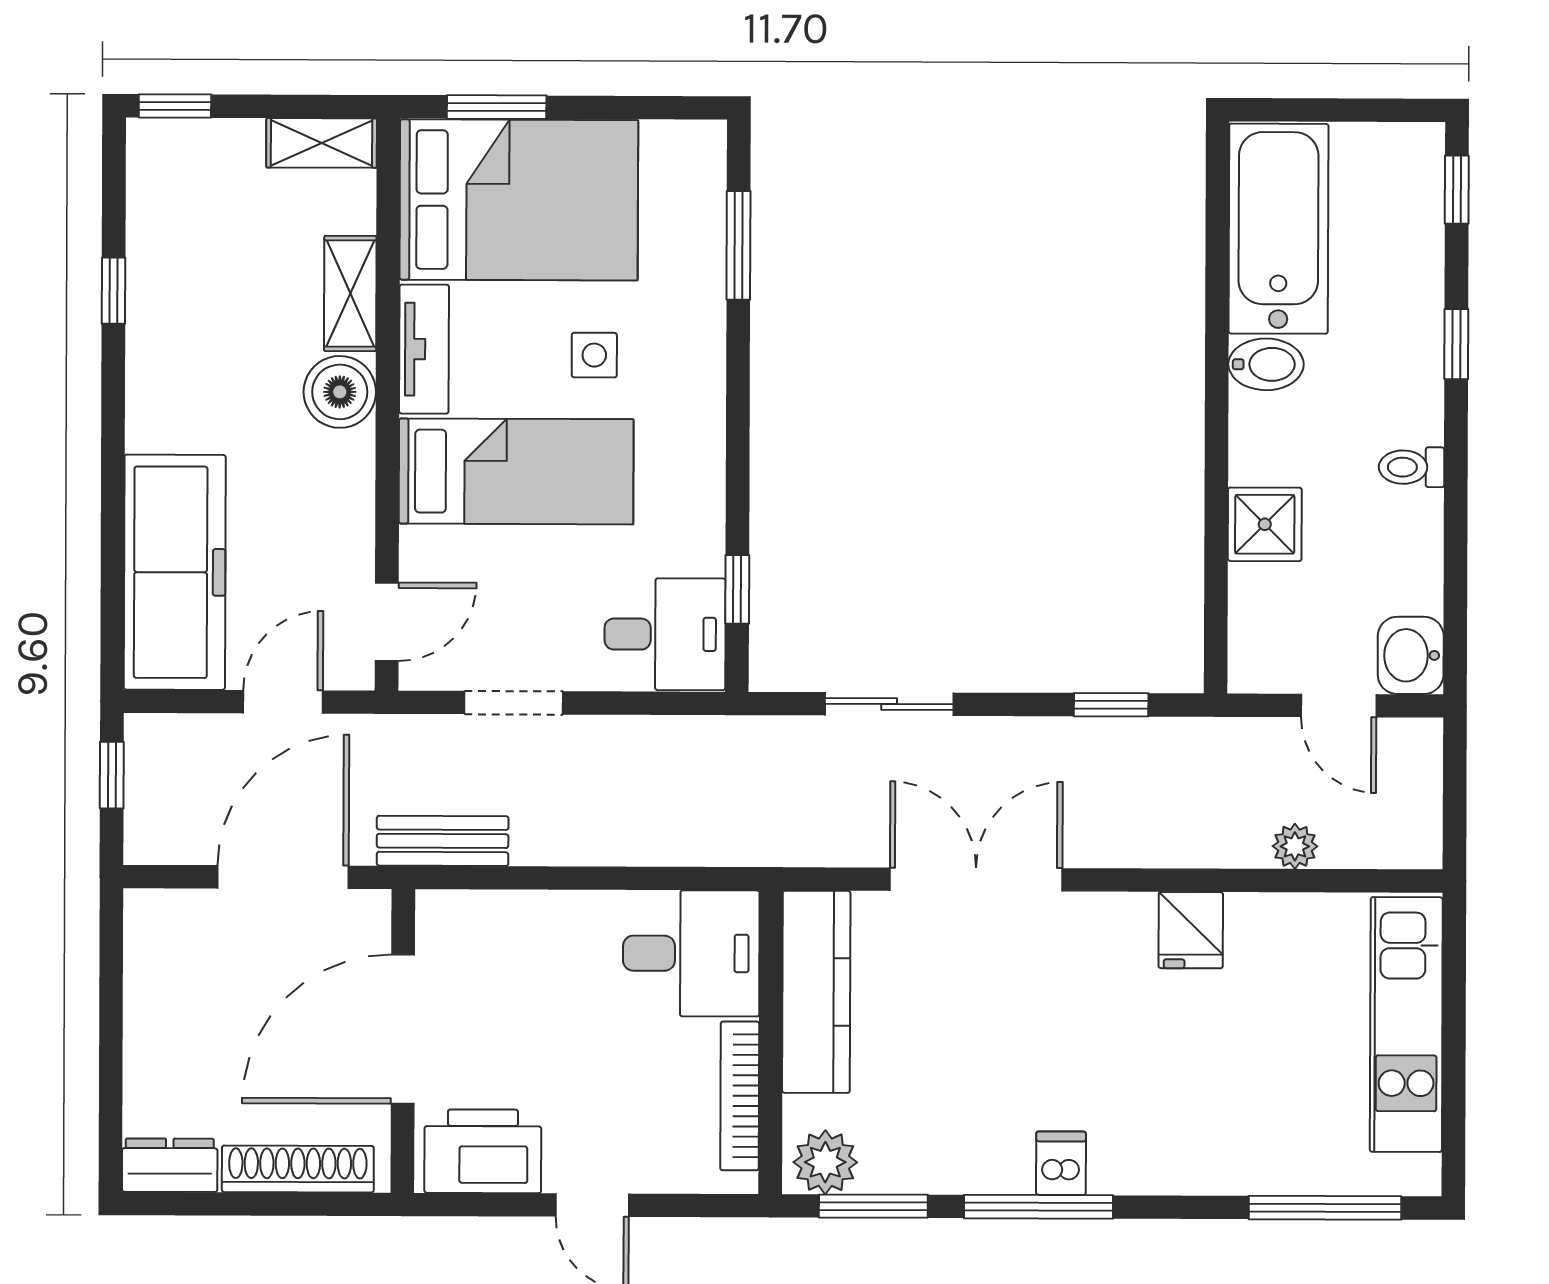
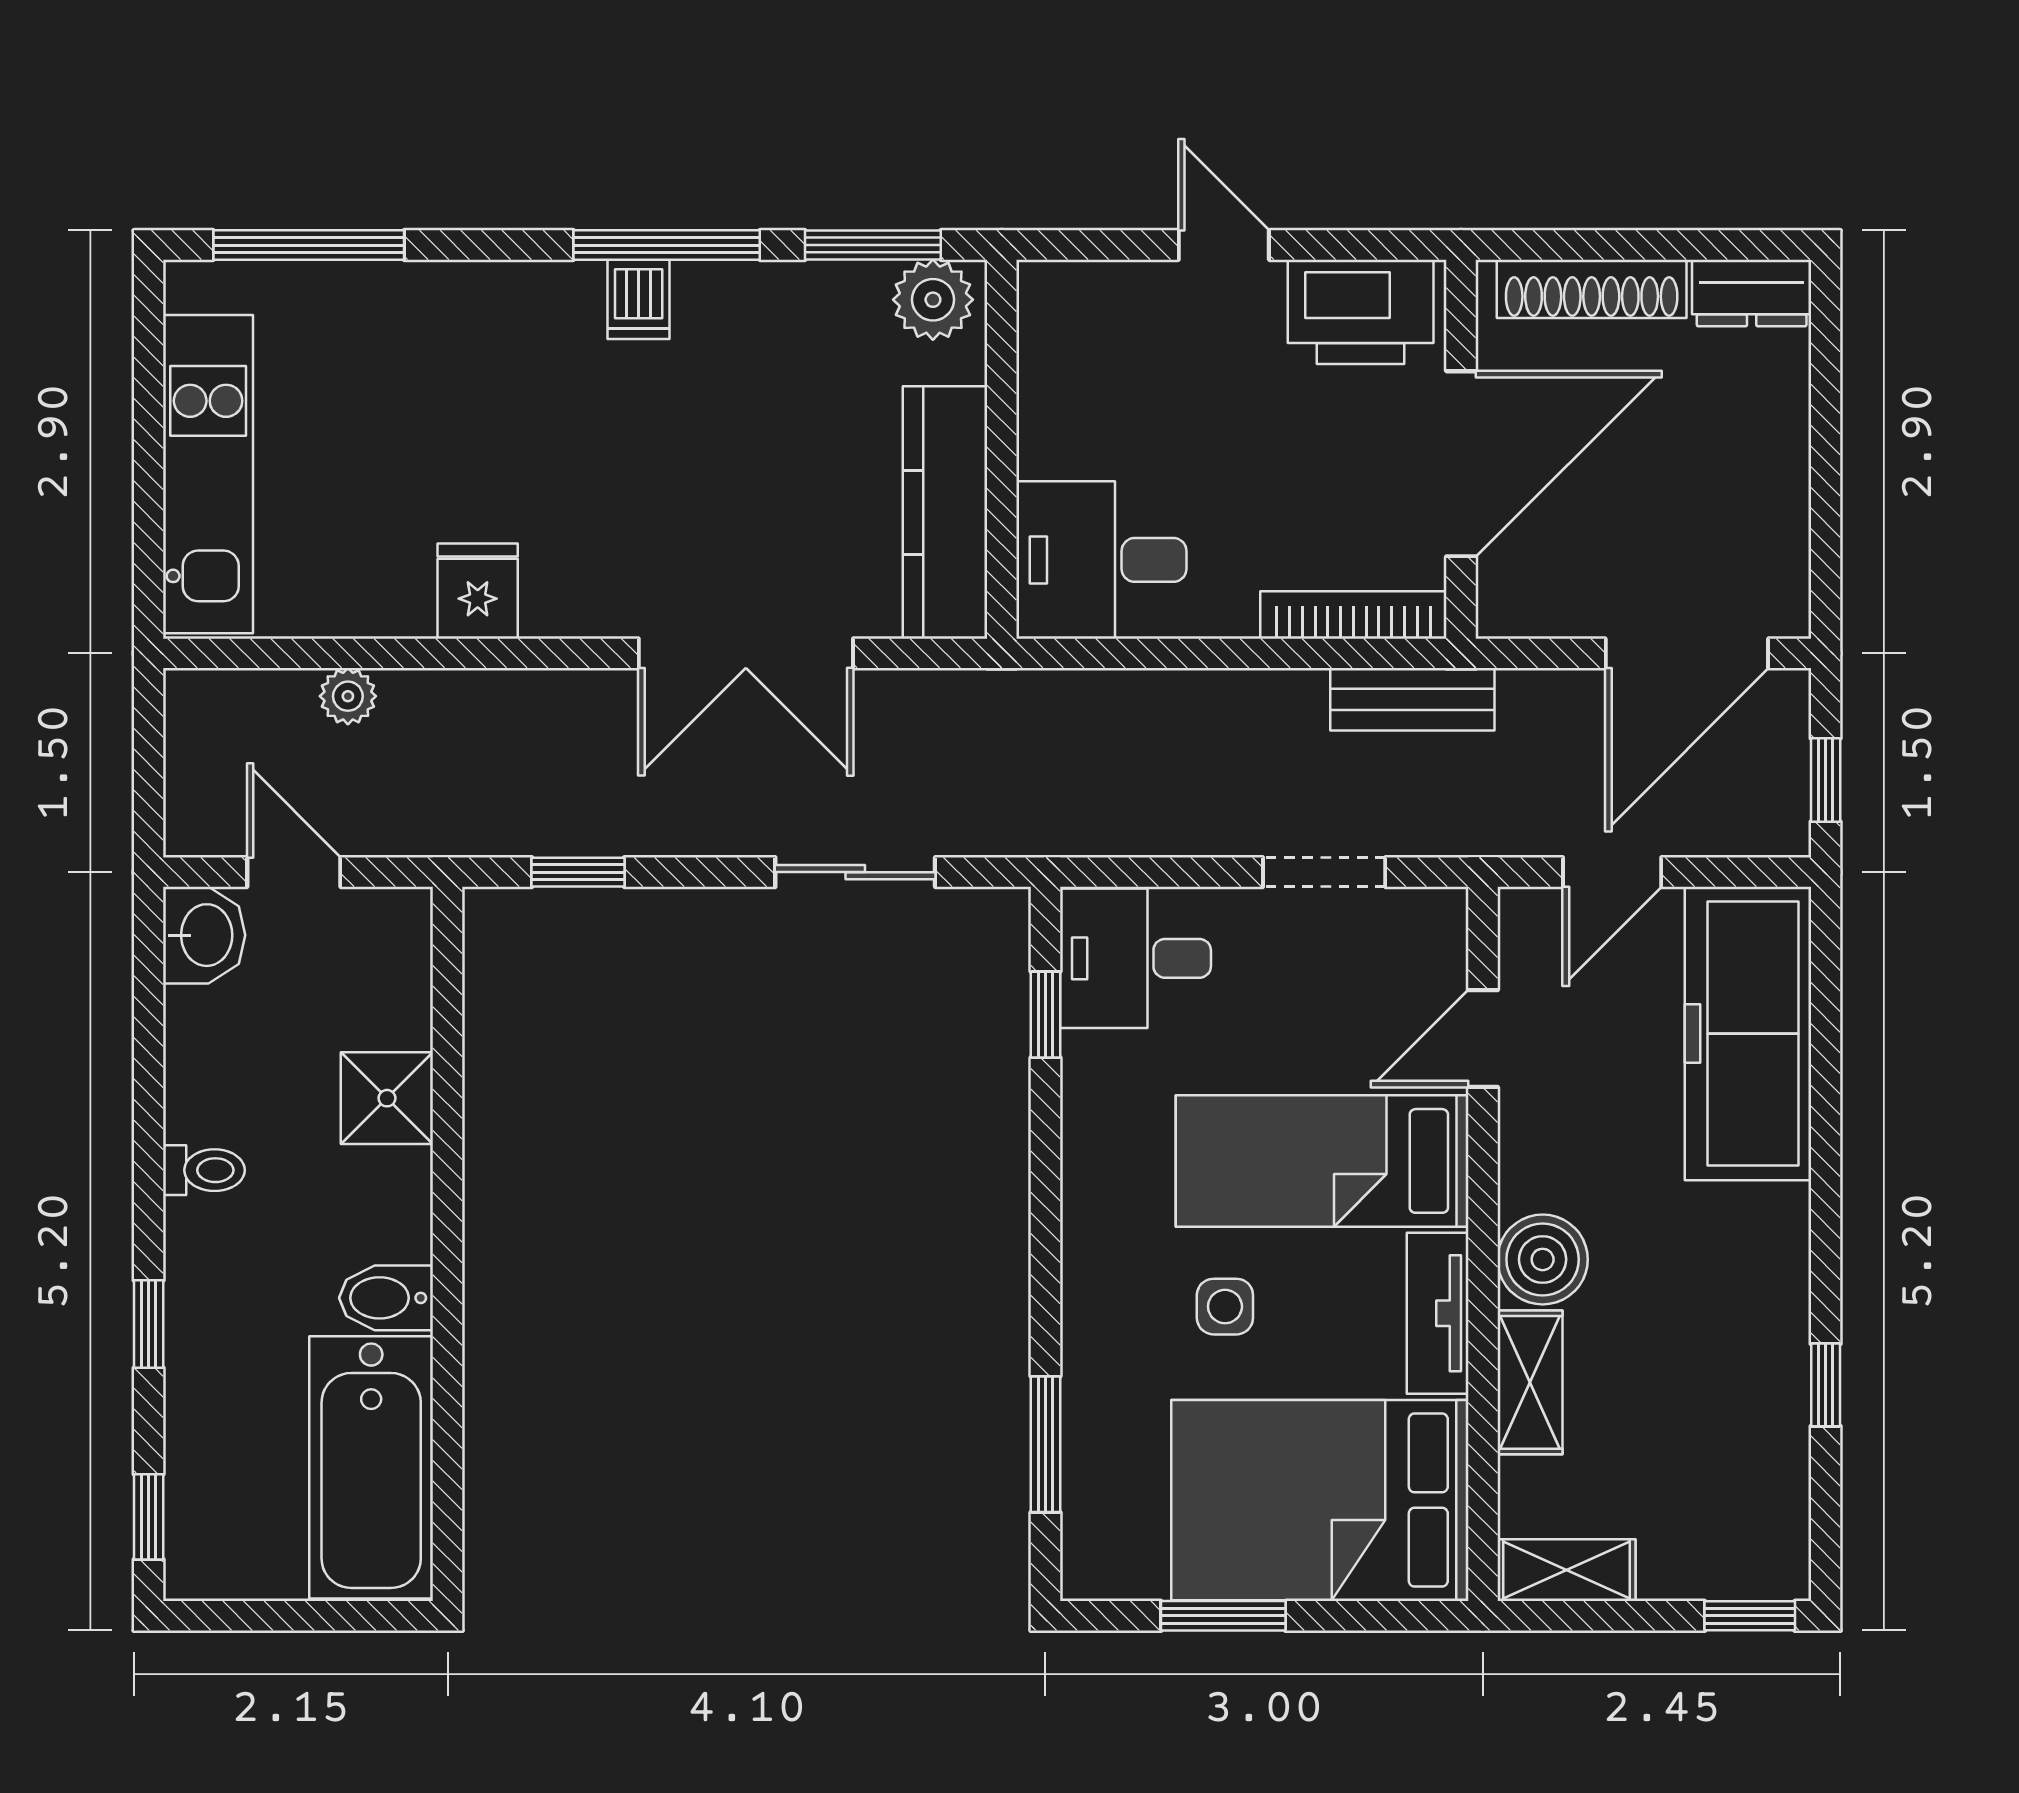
window: (497, 107) -> (1223, 1616), moved
door: (387, 622) -> (1483, 1039), moved
door: (283, 877) -> (1687, 653), moved
bookcase: (740, 1096) -> (1353, 615), moved, turned -90

